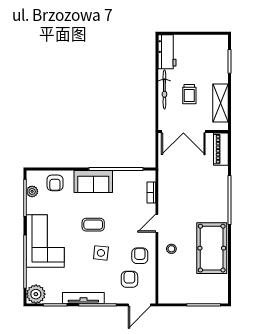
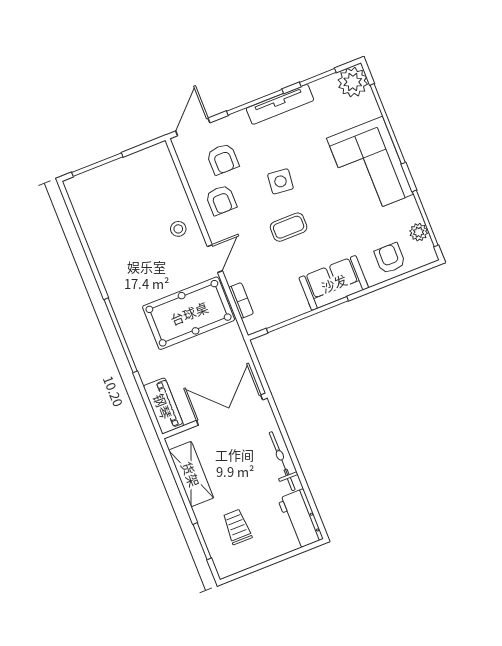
trolley: (189, 94) -> (237, 527), moved
coffee table: (93, 225) -> (289, 227), moved
pool table: (212, 248) -> (189, 313), moved, turned 90

